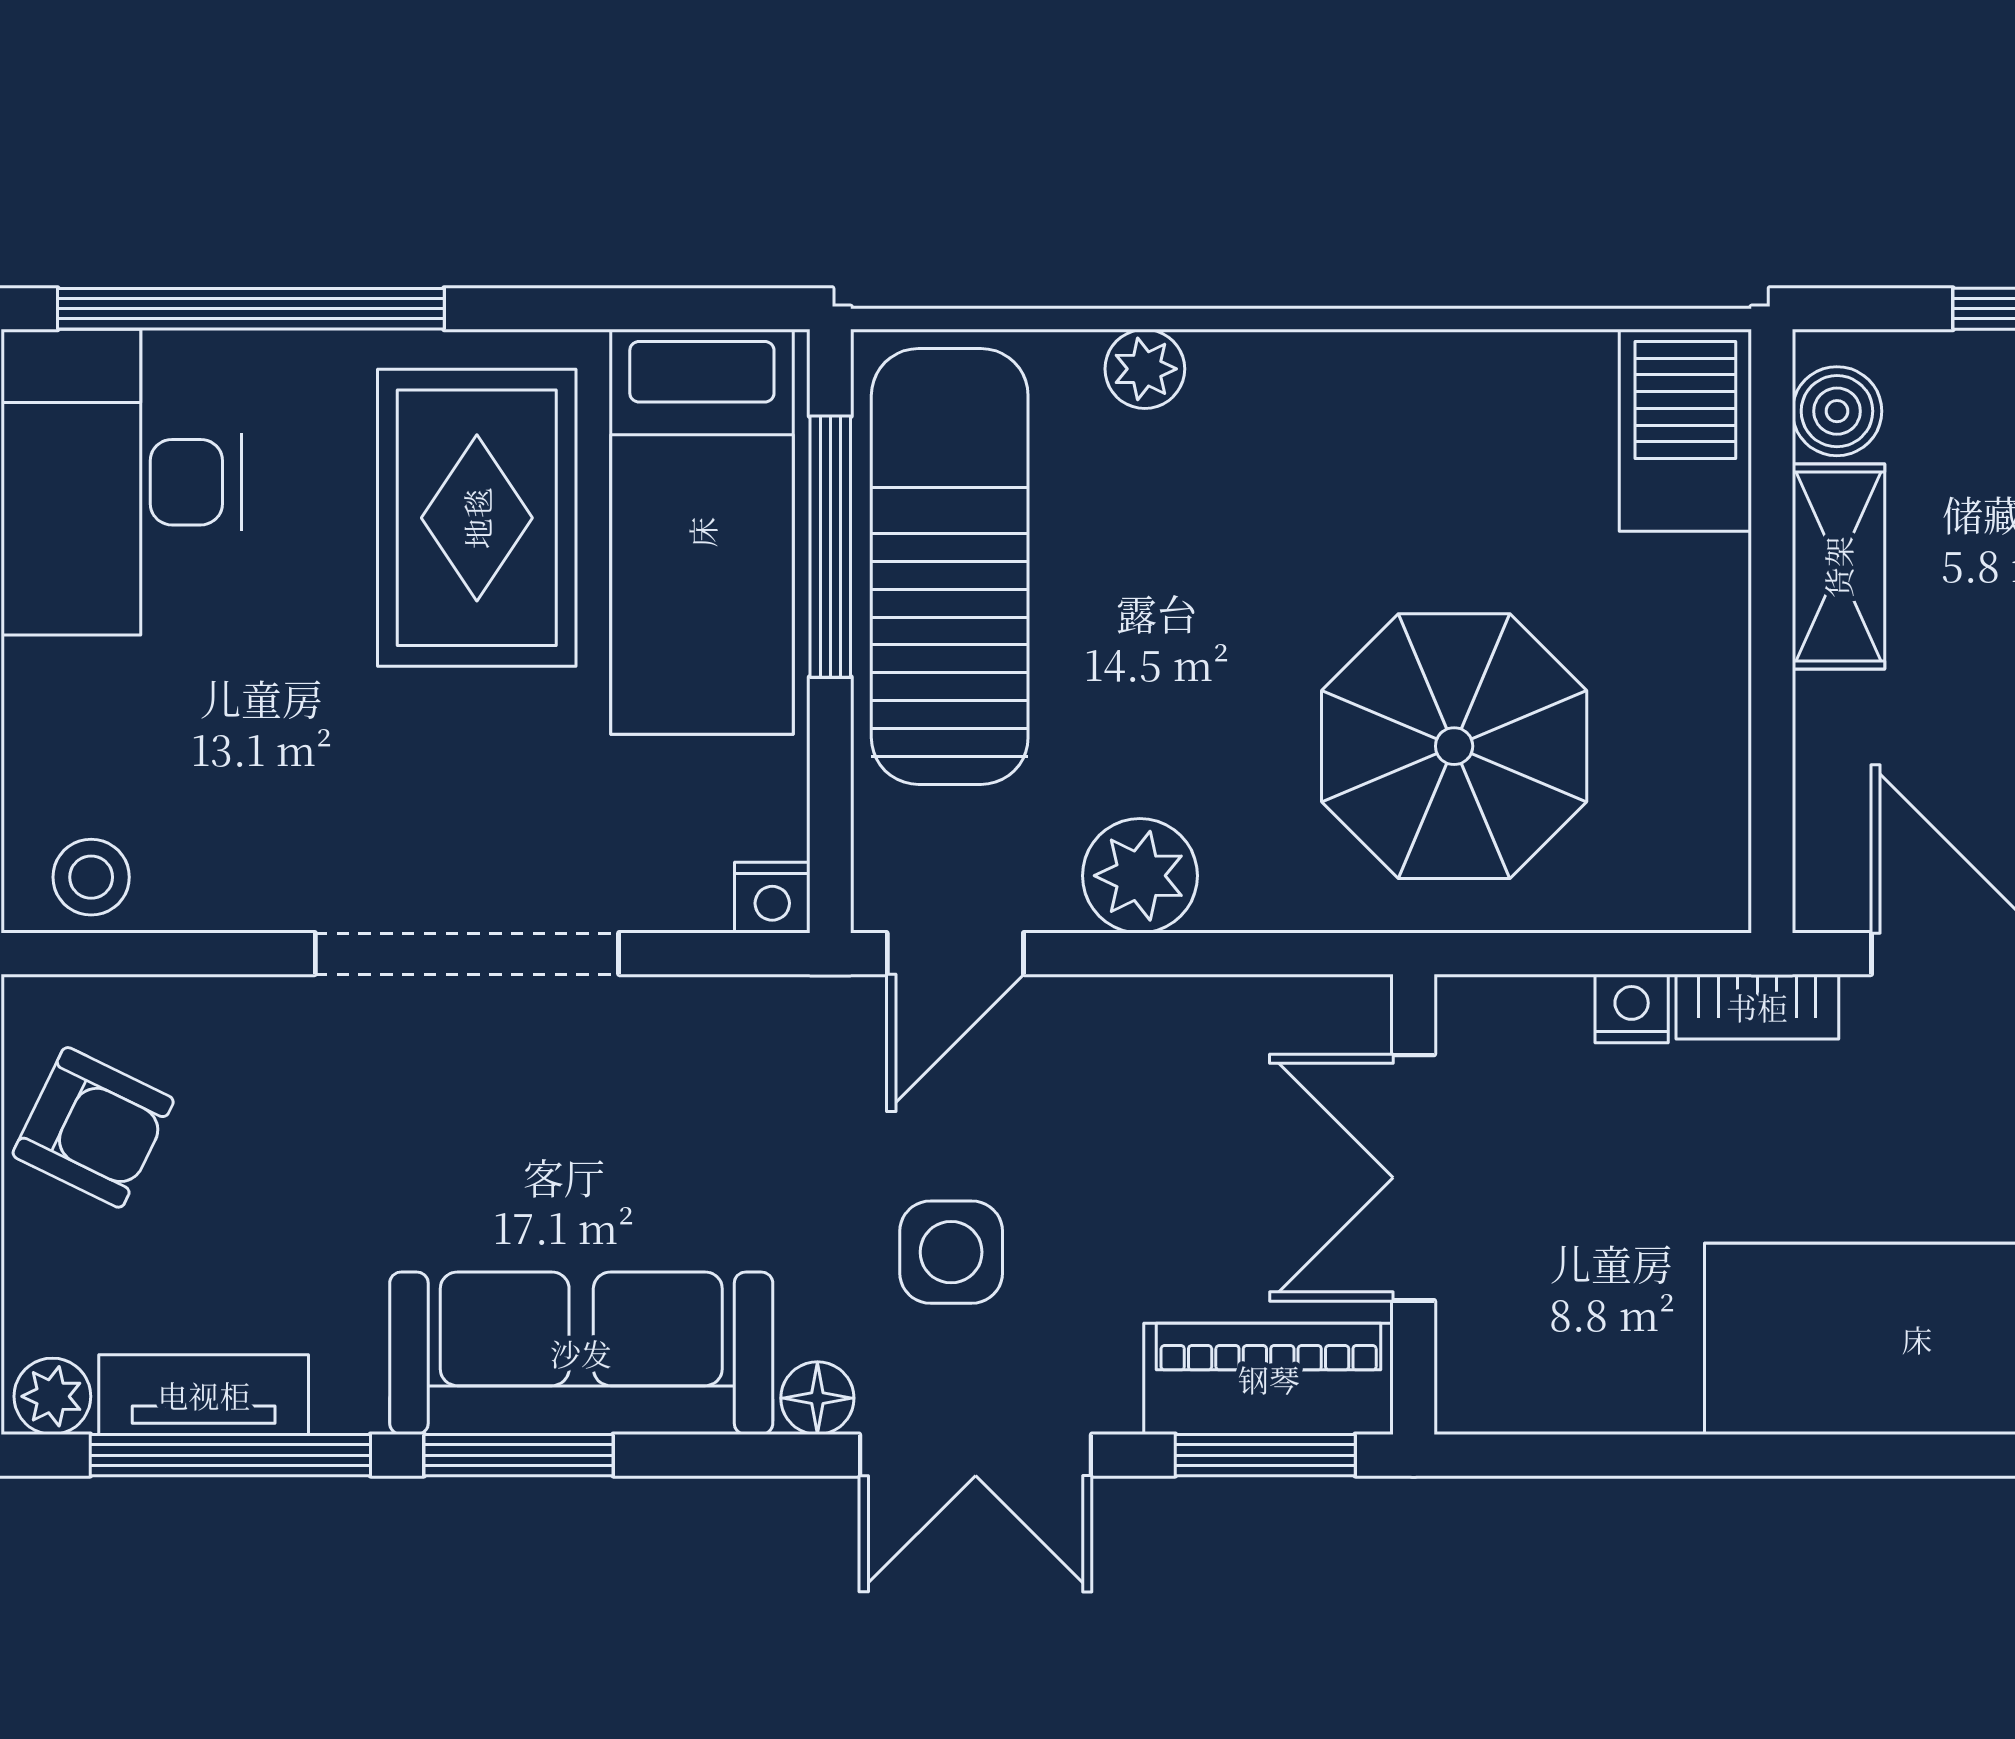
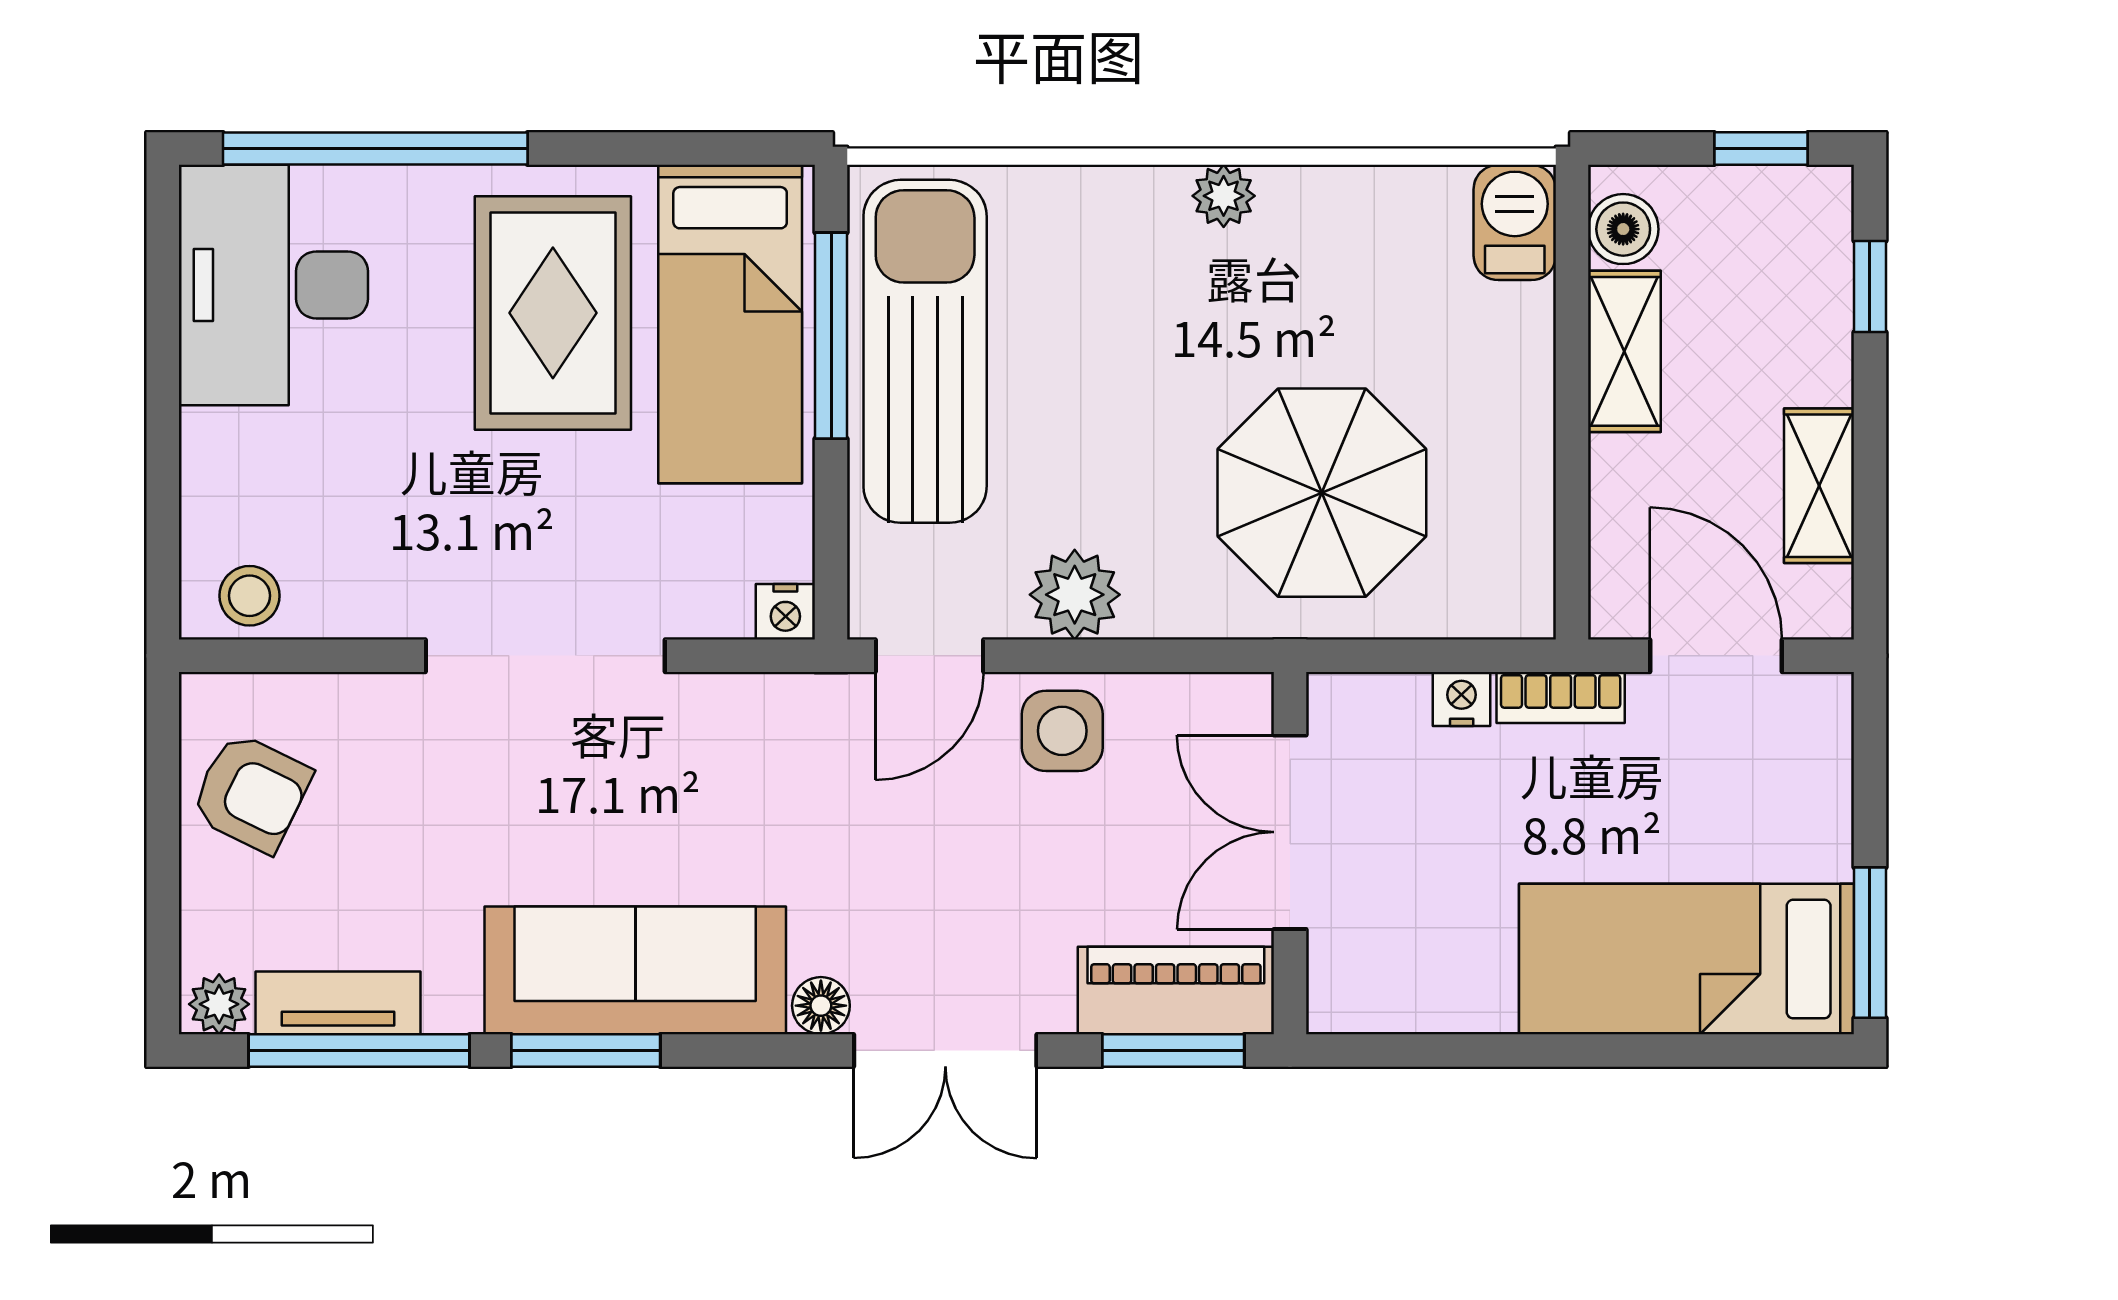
plant: (1145, 369) -> (1224, 196), moved
barbecue: (1685, 430) -> (1515, 222), width x0.73, depth x0.79
side table: (951, 1252) -> (1062, 731), moved

